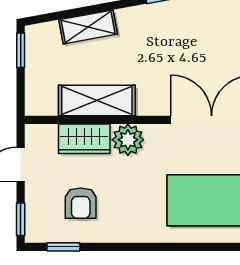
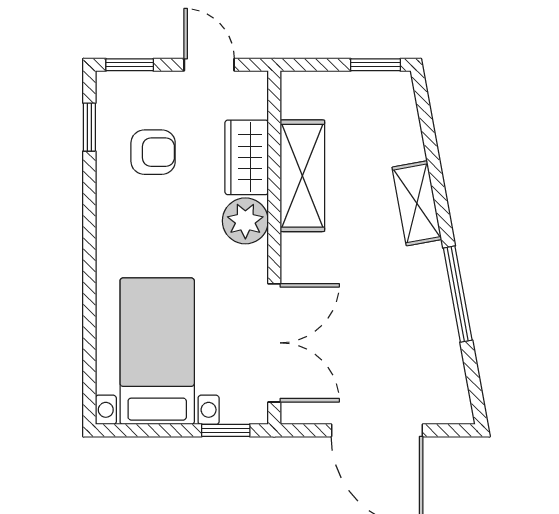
shelving: (88, 27) -> (417, 203), moved
armchair: (81, 203) -> (153, 152), turned 180

